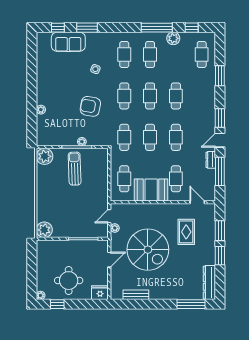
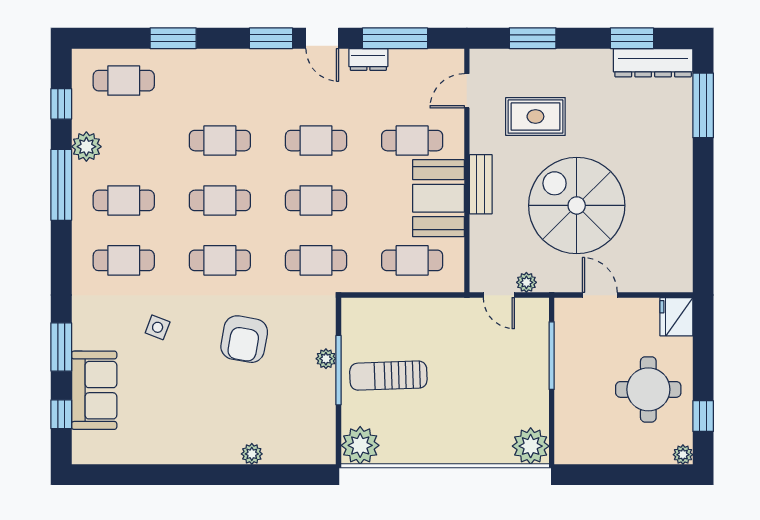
spiral stairs: (148, 250) -> (577, 205), turned -90
window: (220, 256) -> (632, 38), moved
bench: (136, 295) -> (481, 184), moved

